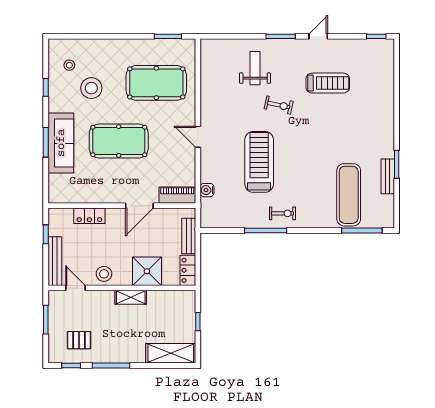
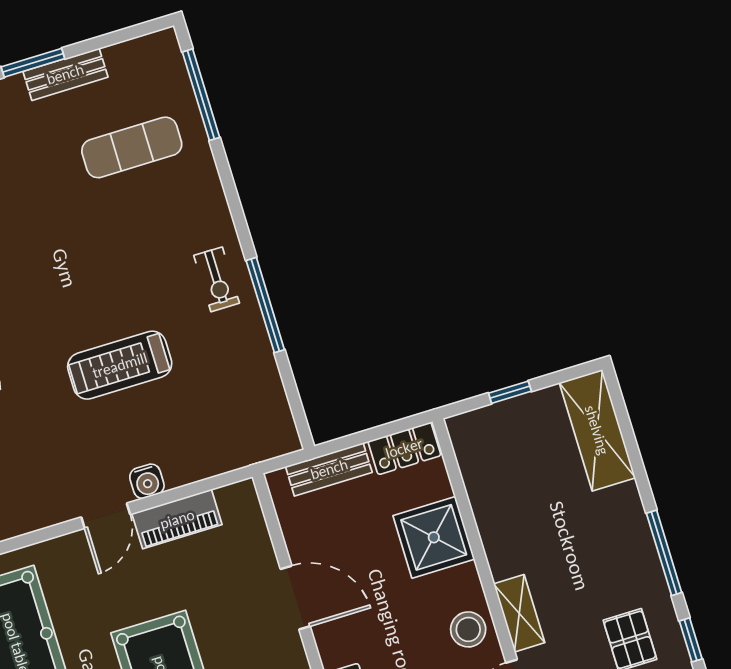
treadmill: (259, 162) -> (120, 365), width x0.73, depth x0.73
water cooler: (207, 190) -> (147, 481), moved
piano: (177, 195) -> (177, 519), moved, turned -90
exercise mat: (349, 195) -> (132, 147), width x0.73, depth x0.69
exercise bike: (283, 213) -> (217, 279), turned 180
shelving: (131, 297) -> (519, 613), moved

